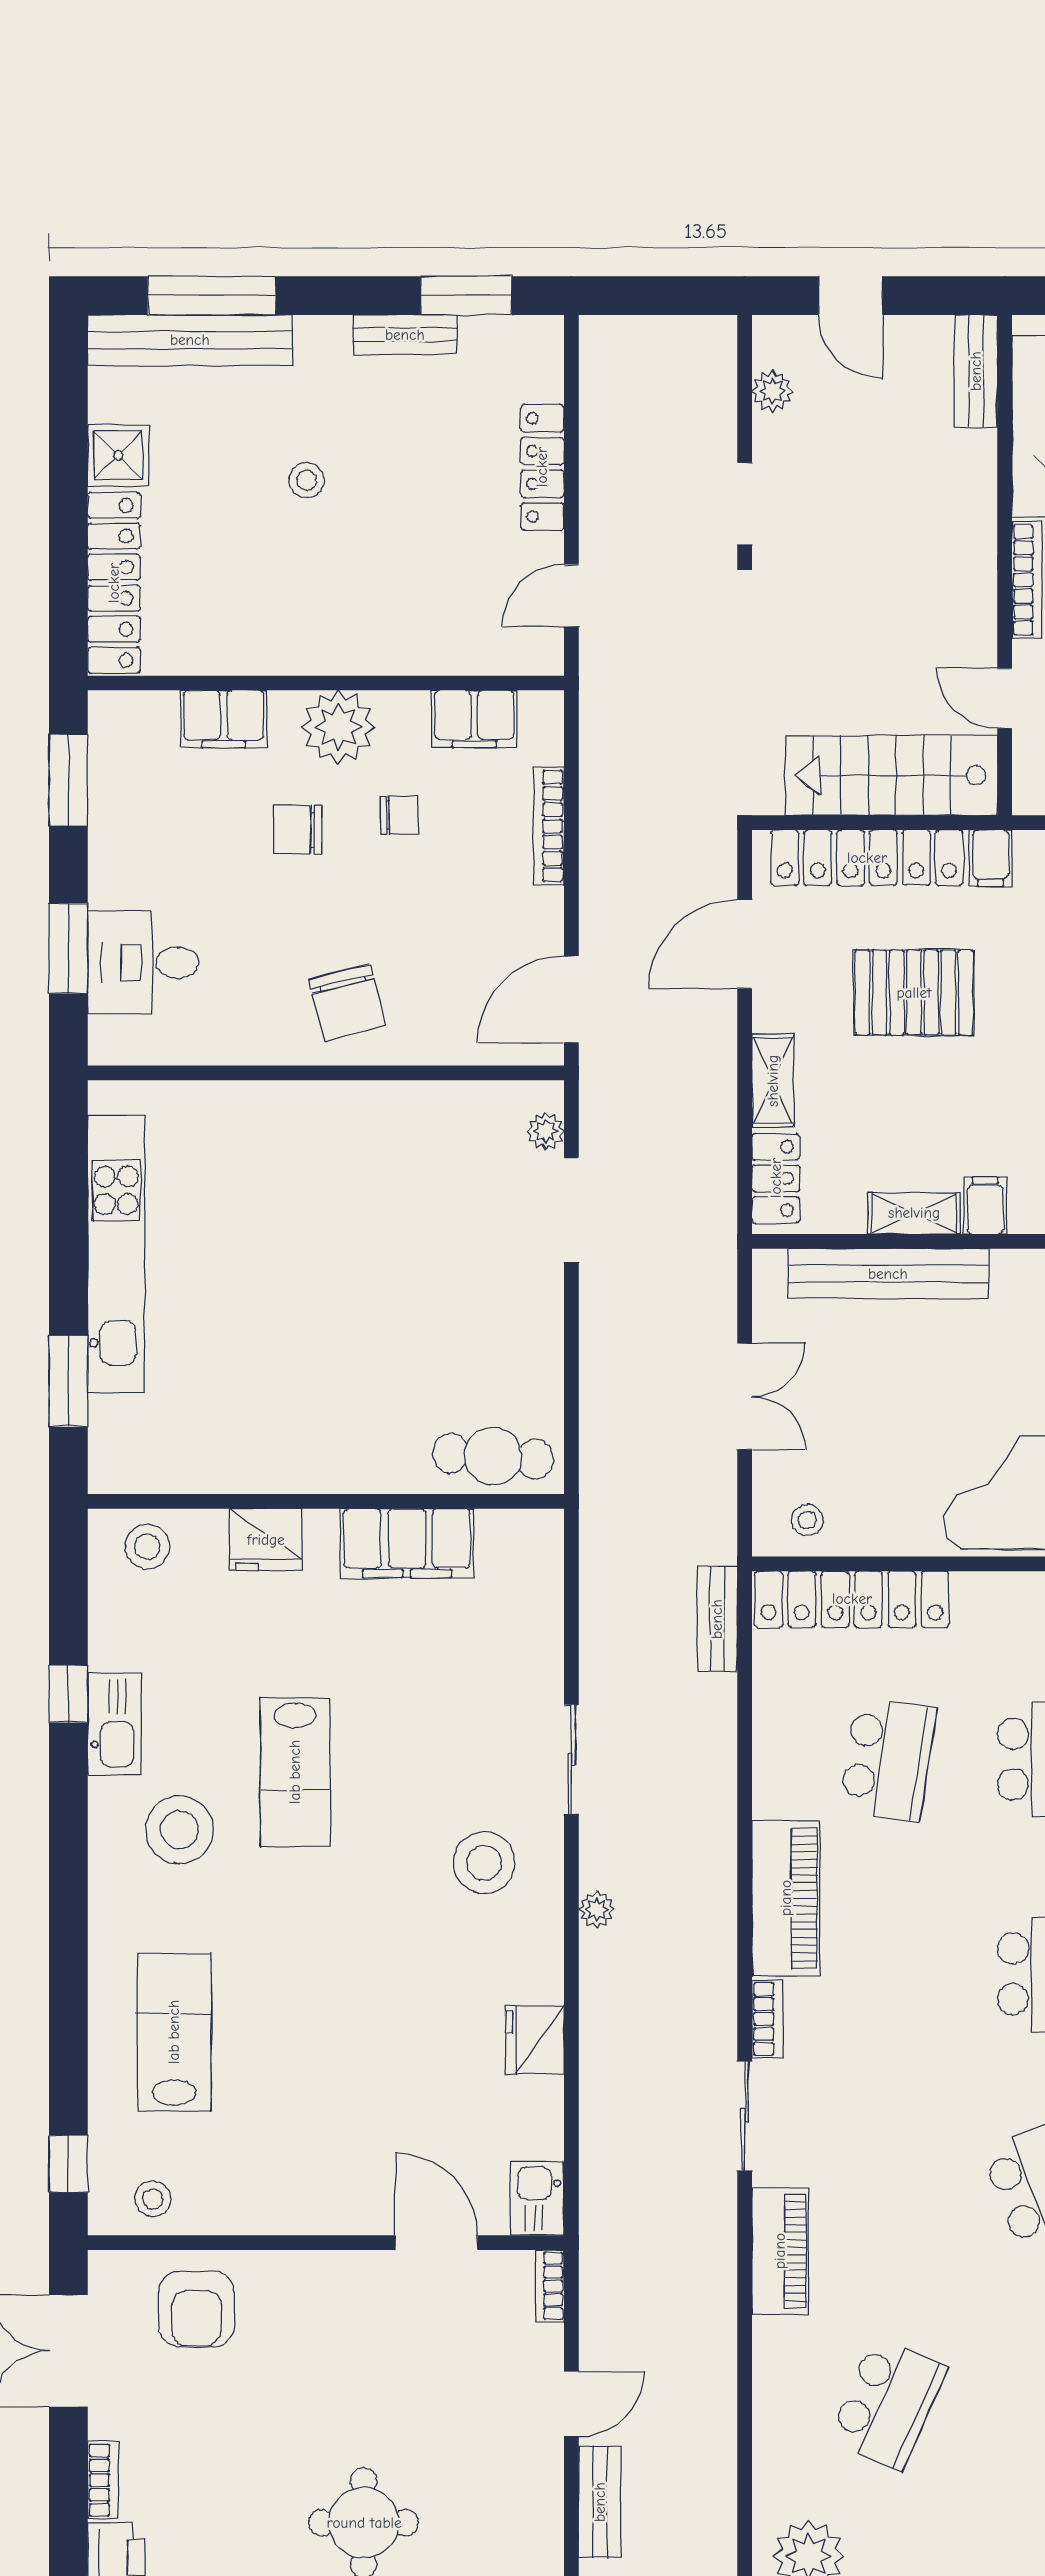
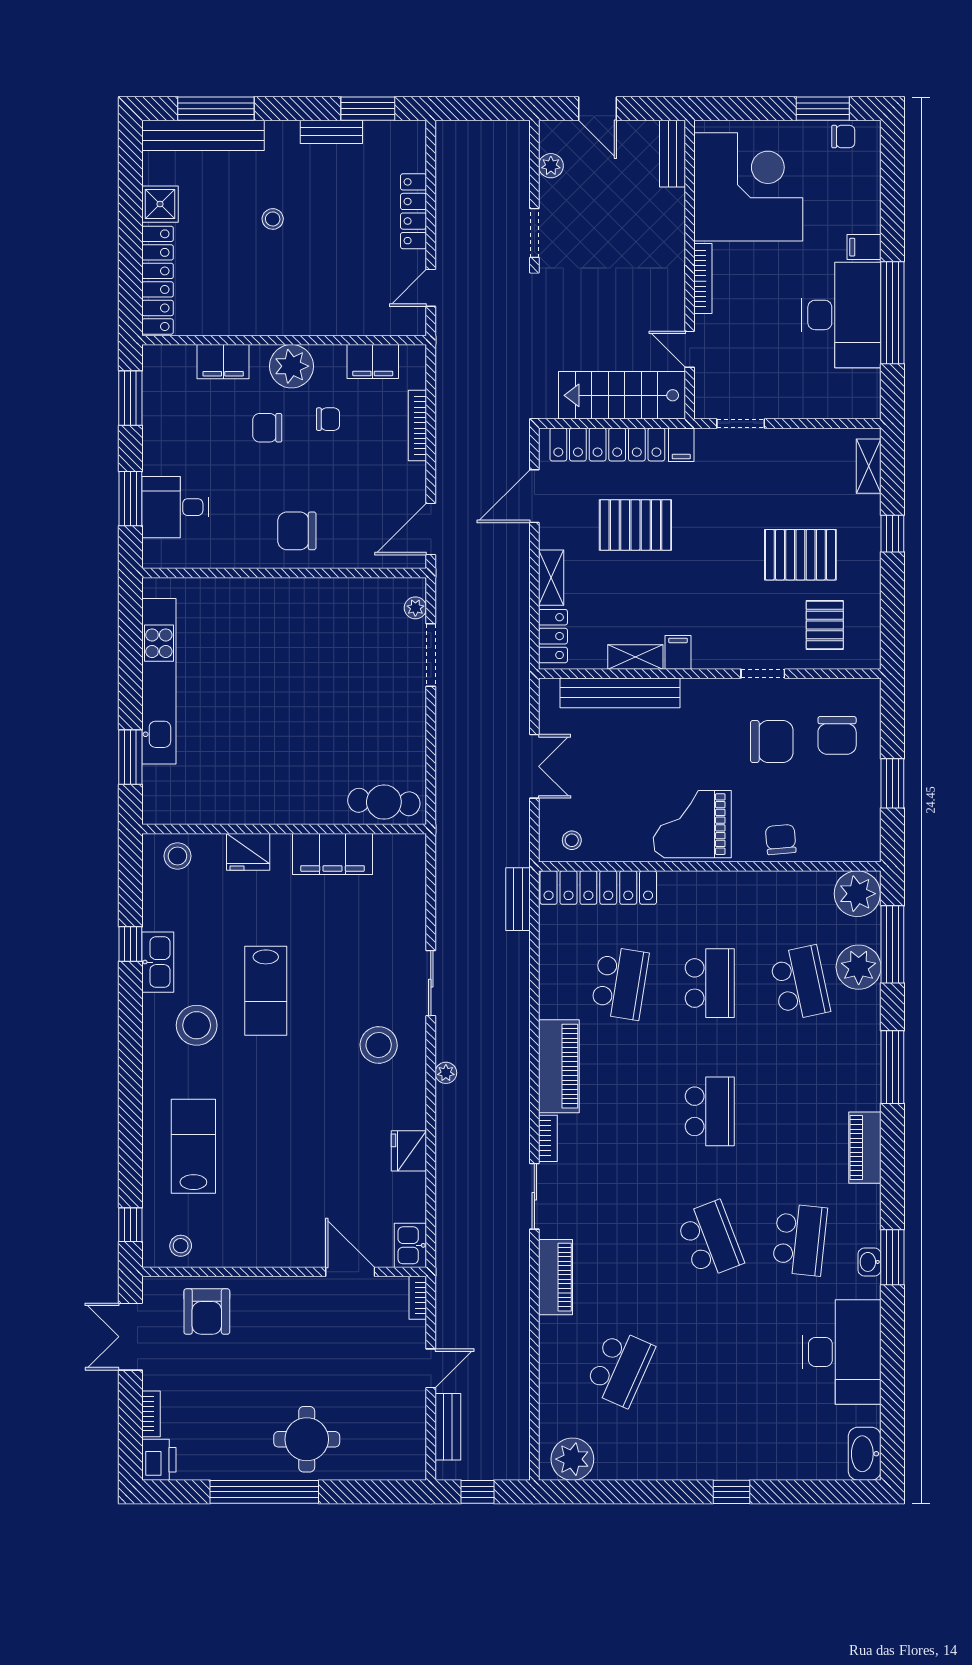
chair: (347, 1002) -> (297, 531), turned 104

